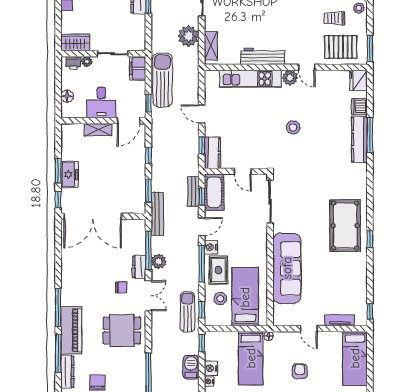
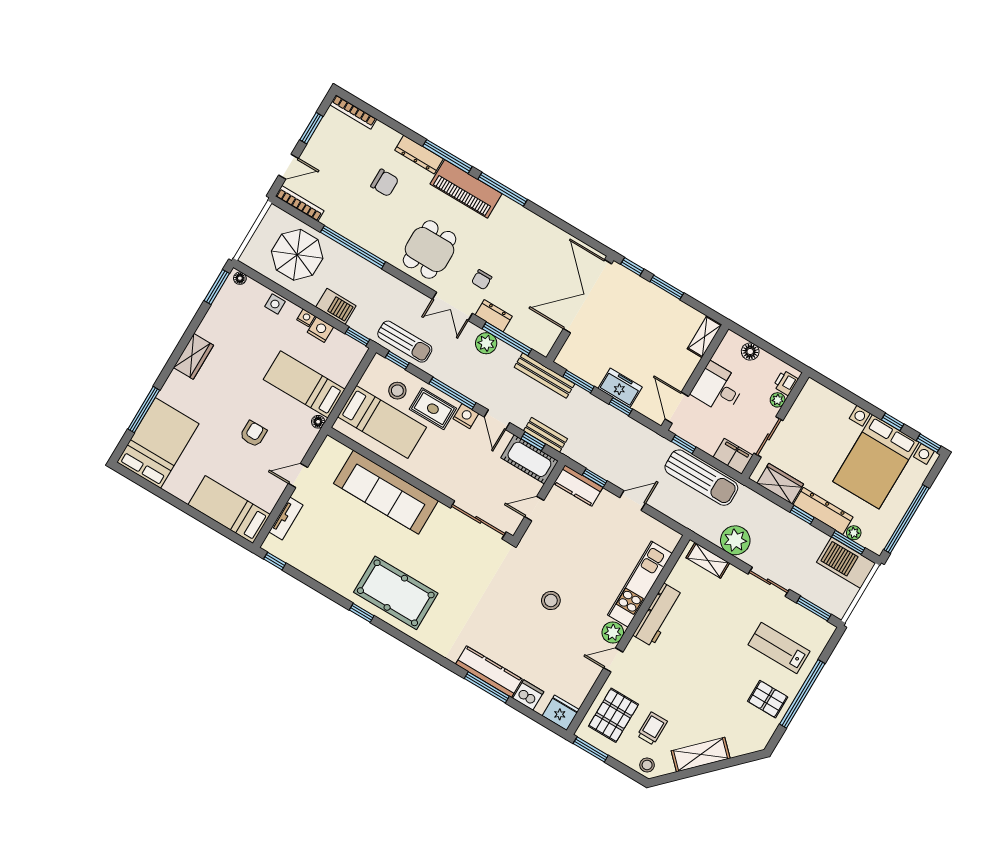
wardrobe: (75, 43) -> (780, 484), moved, turned -90
shelving: (98, 130) -> (705, 337), moved
freezer: (70, 174) -> (620, 388), moved, turned 180
armchair: (300, 371) -> (253, 434), turned -90

